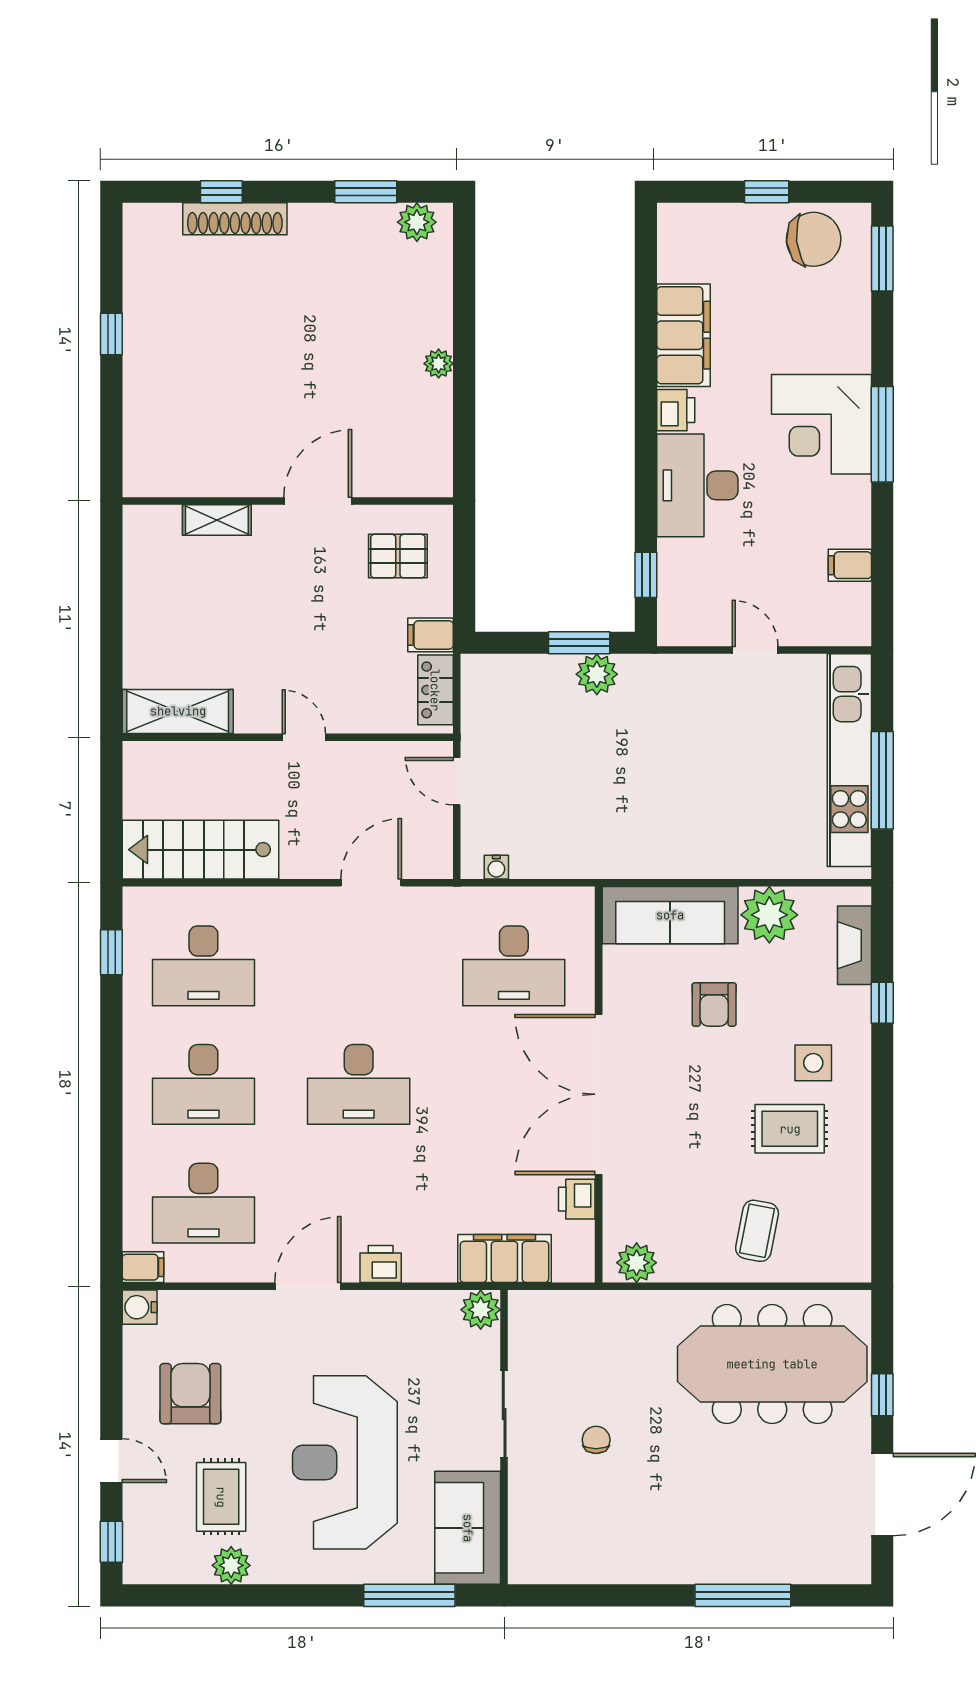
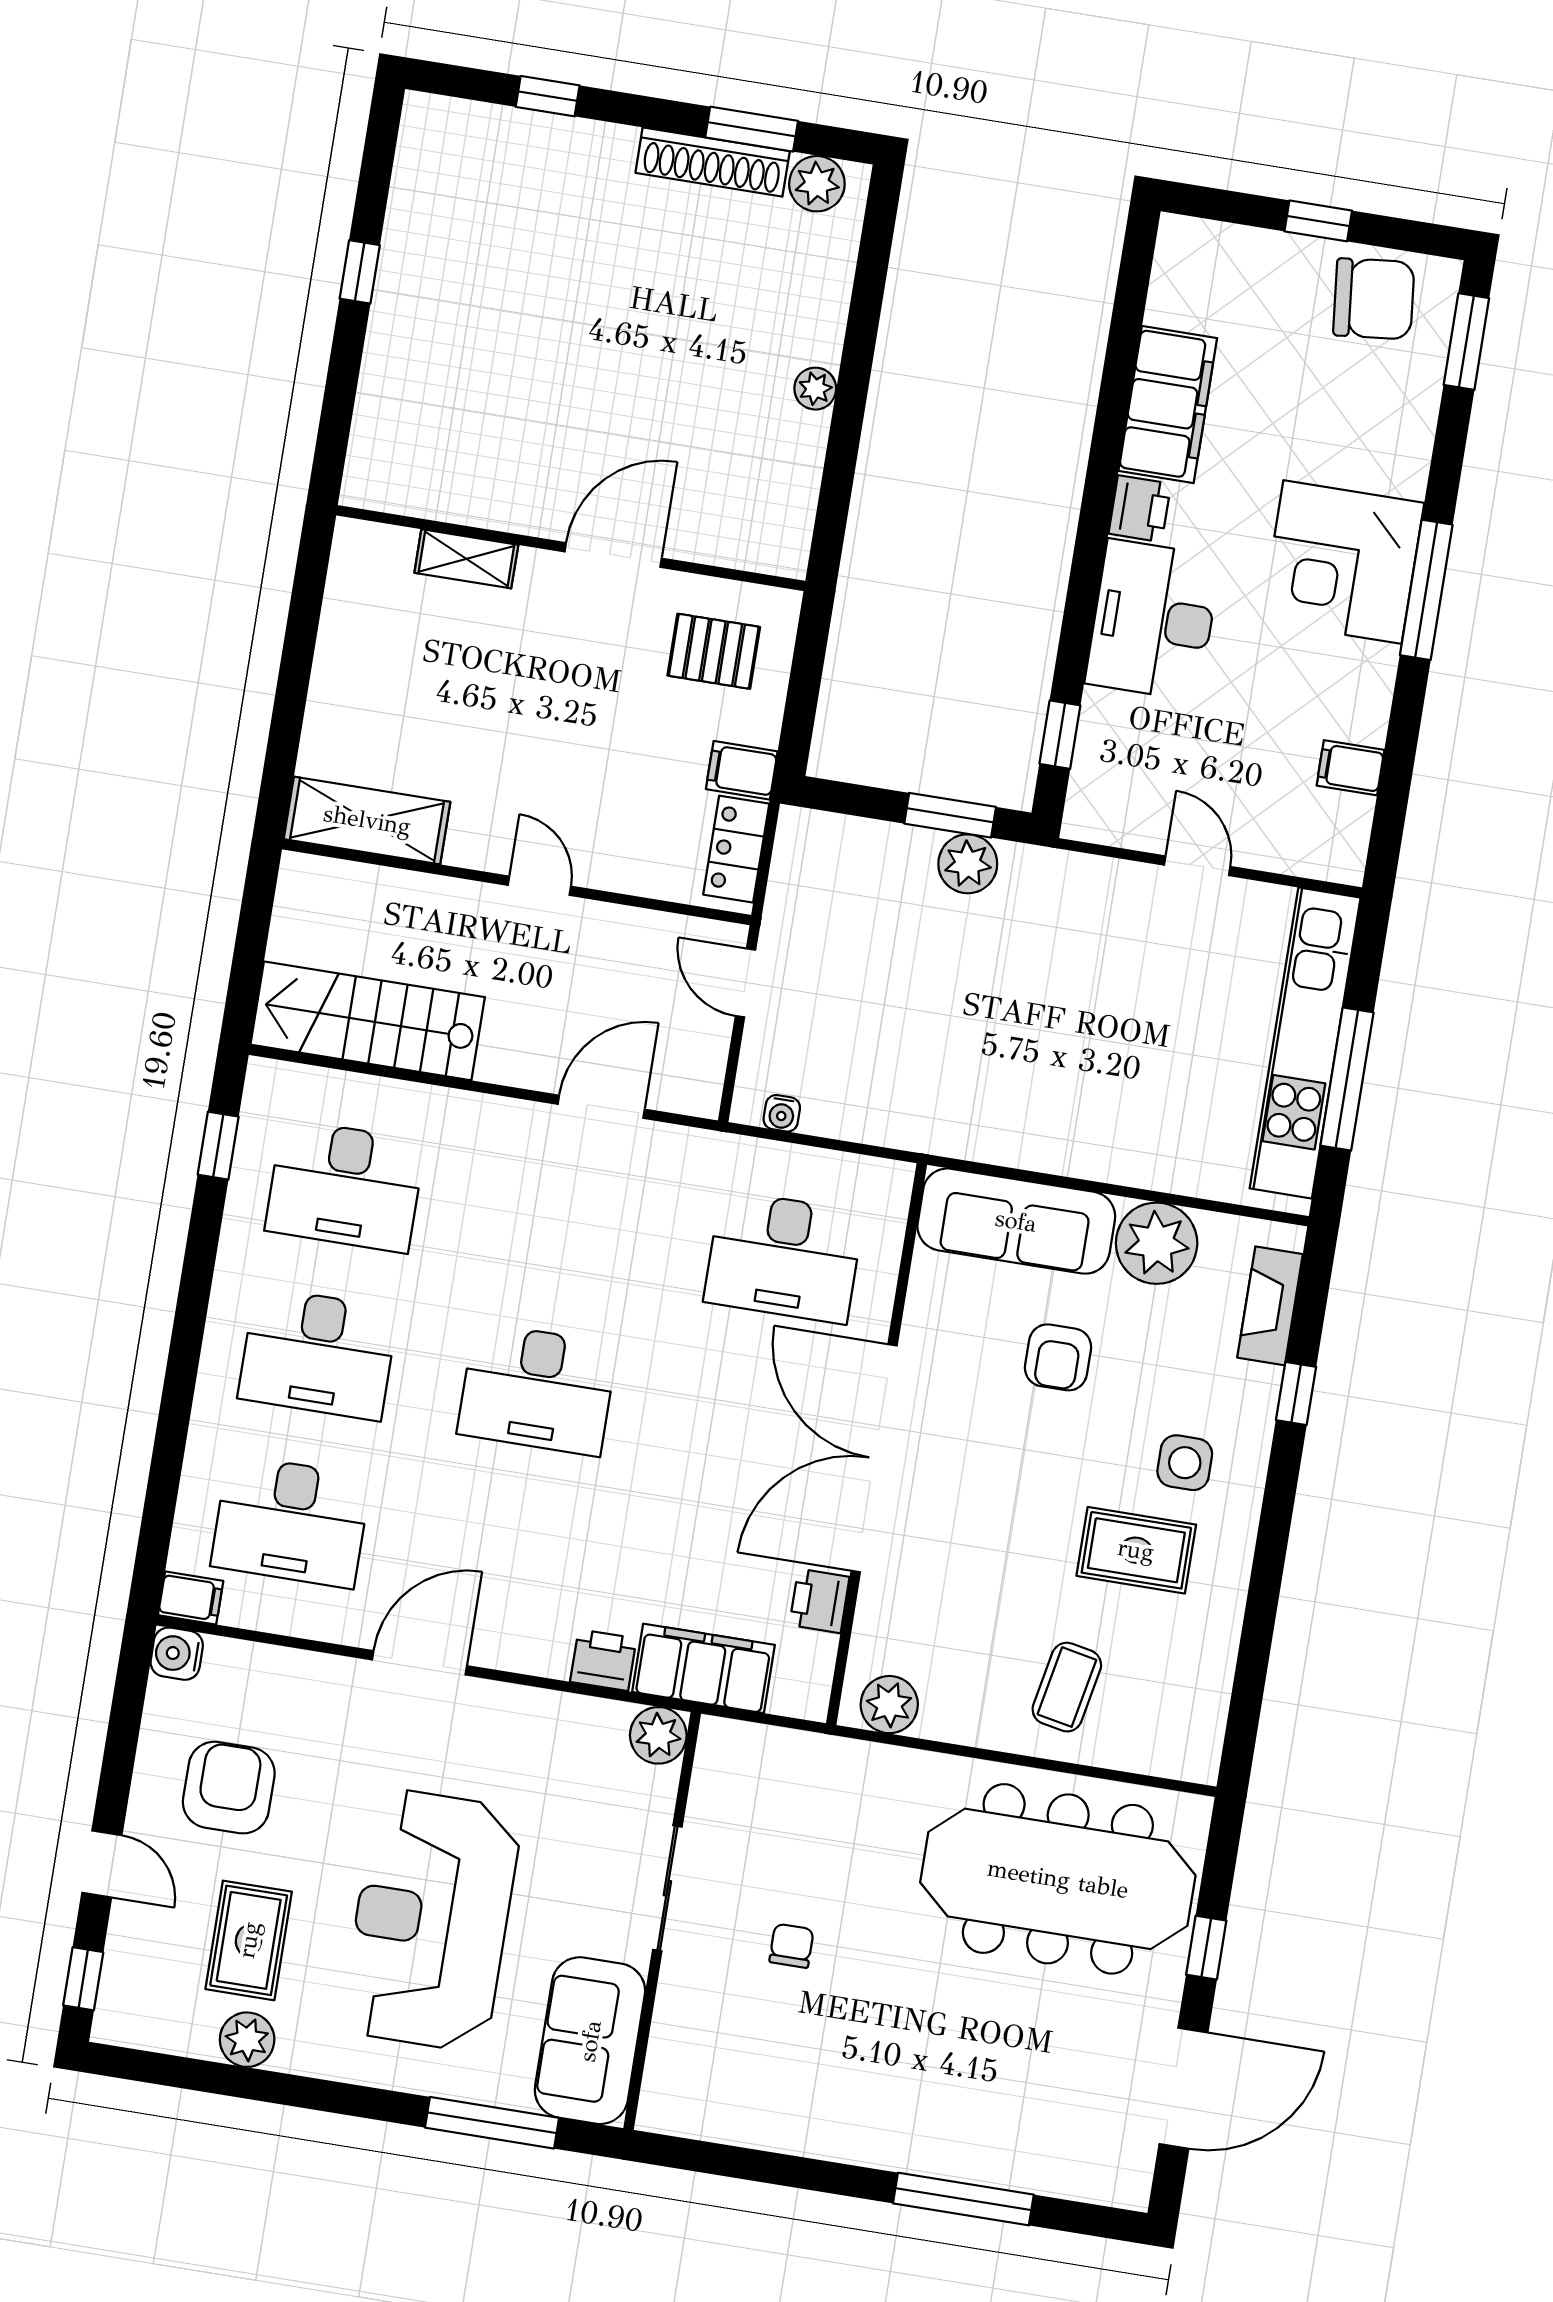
shoe rack: (235, 219) -> (713, 162), moved
printer: (381, 1264) -> (603, 1660), moved

